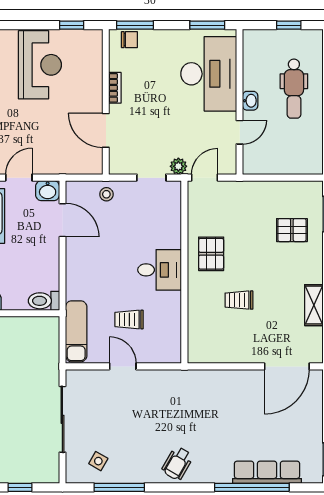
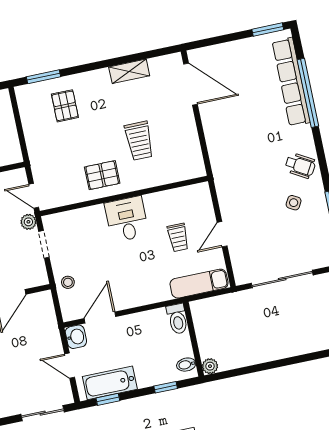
trolley: (239, 300) -> (139, 141), width x1.36, depth x1.39
side table: (98, 461) -> (294, 203), moved
row of seats: (267, 472) -> (291, 82), width x1.36

